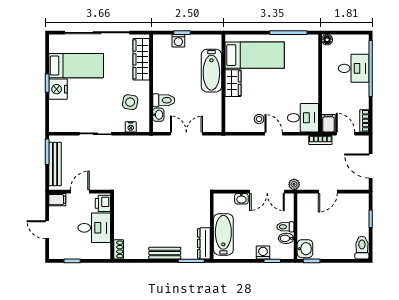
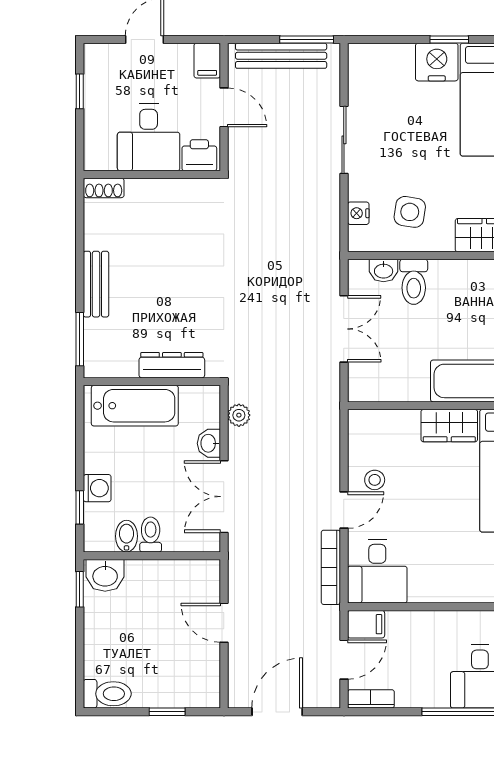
bookcase: (320, 140) -> (331, 567), moved, width x1.56
plant: (294, 184) -> (239, 415), moved
dresser: (204, 243) -> (172, 365), moved

